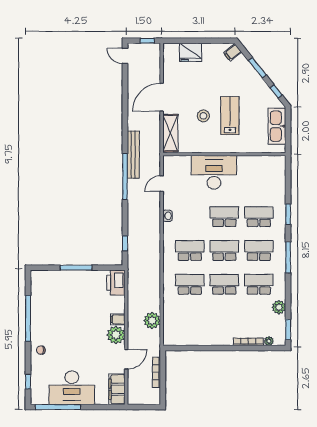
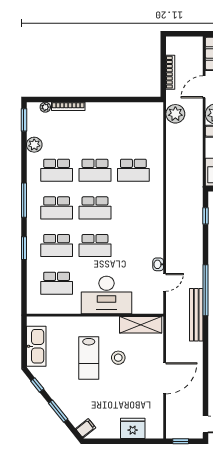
shelving: (170, 133) -> (141, 325), moved, turned 90
washbasin: (167, 216) -> (158, 264), moved
school desk: (190, 250) -> (57, 283), moved
plant: (152, 321) -> (175, 114), moved

